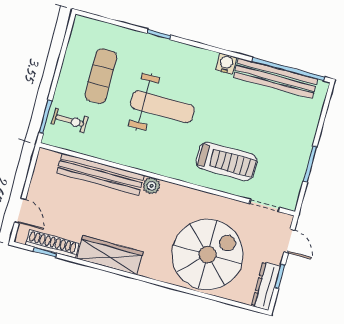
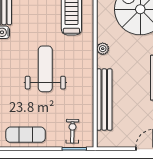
exercise mat: (101, 76) -> (26, 135), moved
plant: (152, 186) -> (103, 49), moved

